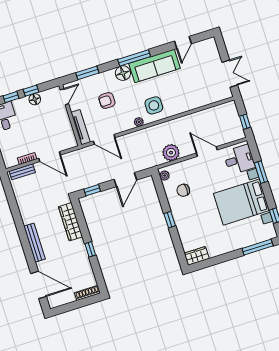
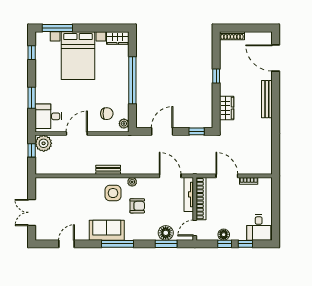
sofa: (155, 66) -> (107, 230), width x0.73
floor lamp: (123, 73) -> (166, 233), moved
double door: (230, 74) -> (32, 212), moved
armchair: (107, 101) -> (137, 206), moved
bookcase: (67, 127) -> (201, 199), added
door: (207, 152) -> (77, 134), swing flipped
plant: (171, 153) -> (44, 143), moved
bench: (22, 172) -> (108, 170), moved
chair: (183, 190) -> (107, 114), moved
bed with nightstands: (241, 202) -> (78, 56), moved, turned 90
window: (170, 220) -> (132, 80), width x3.17
wardrobe: (70, 222) -> (227, 108), width x0.67

